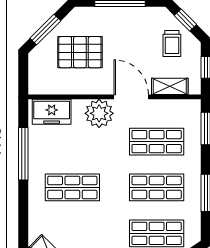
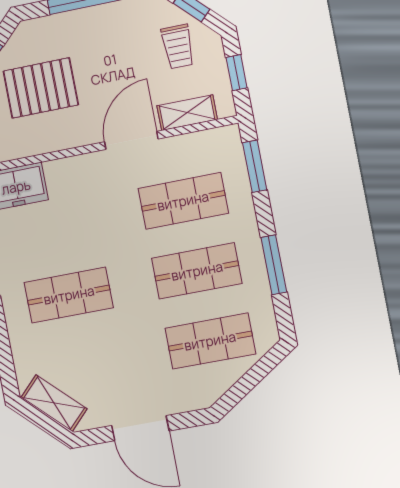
door: (131, 97) -> (131, 140), hinge flipped
plant: (99, 113) -> (88, 175), removed

